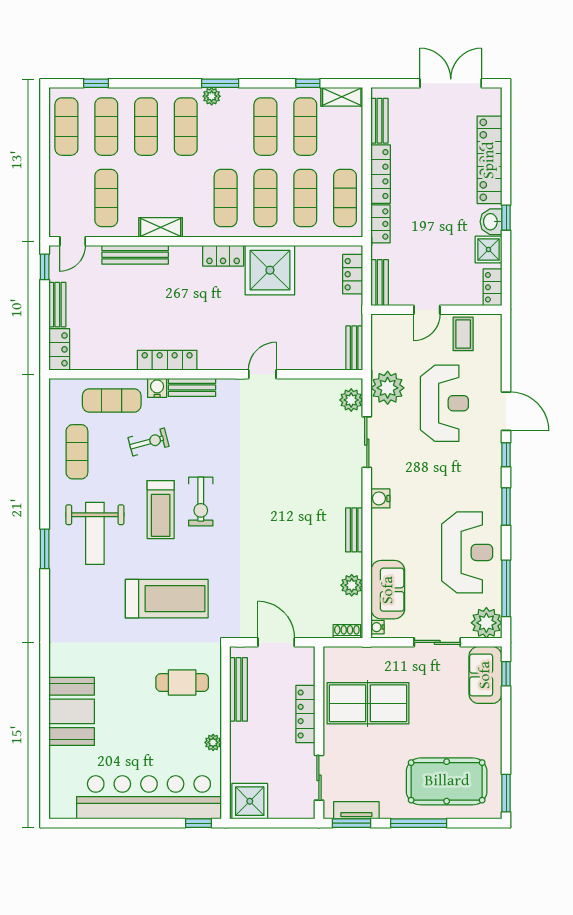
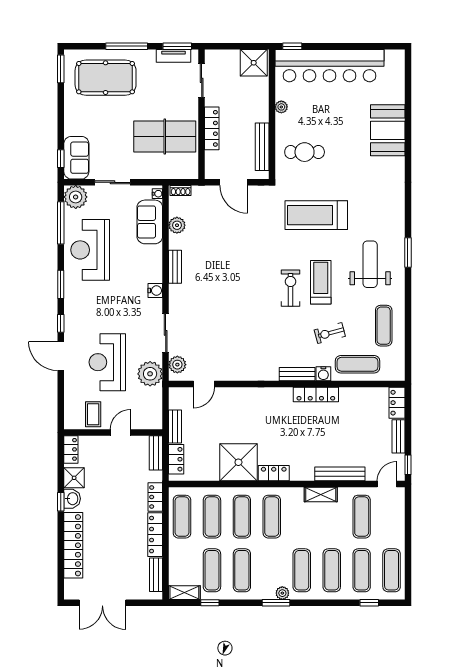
bench: (354, 348) -> (175, 427), moved
door: (262, 374) -> (204, 384), moved

